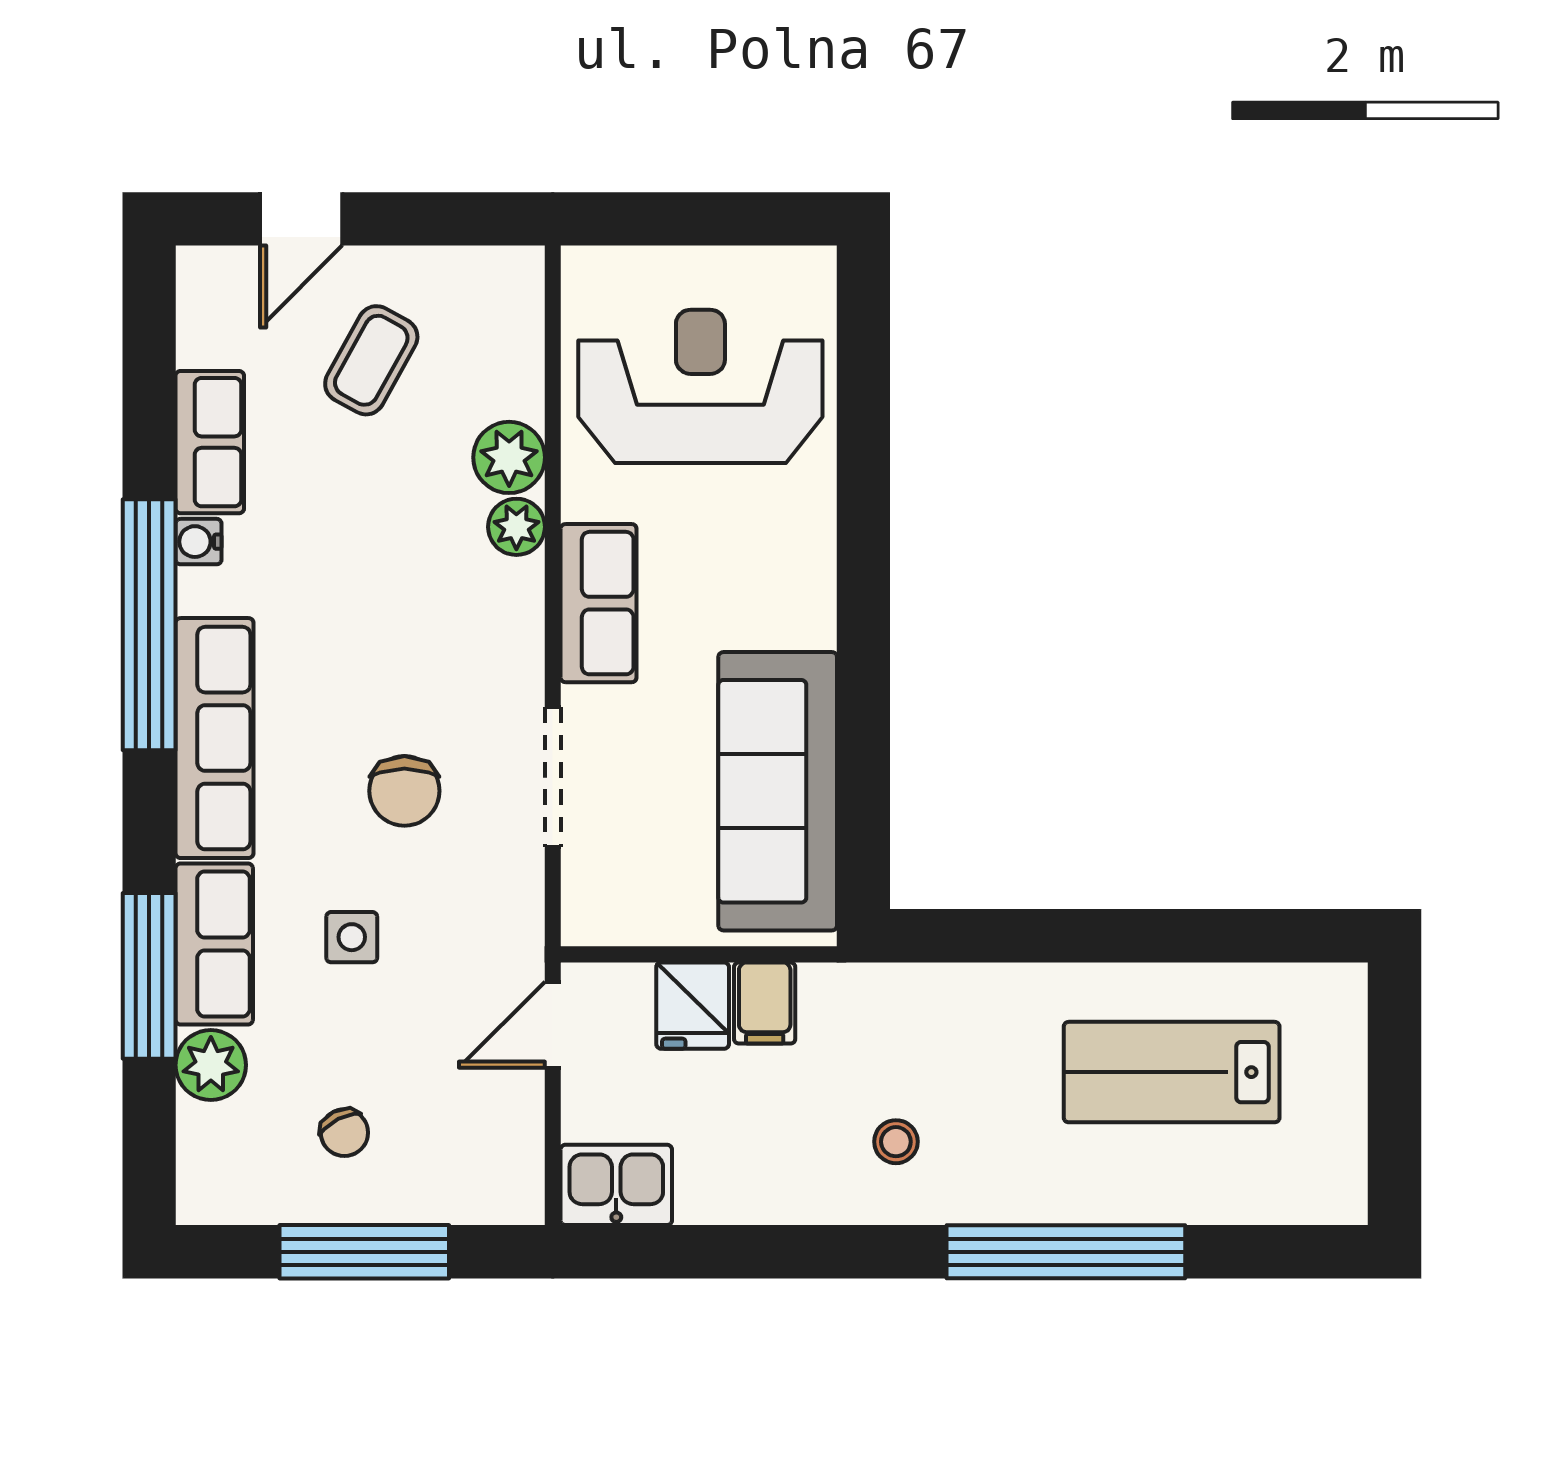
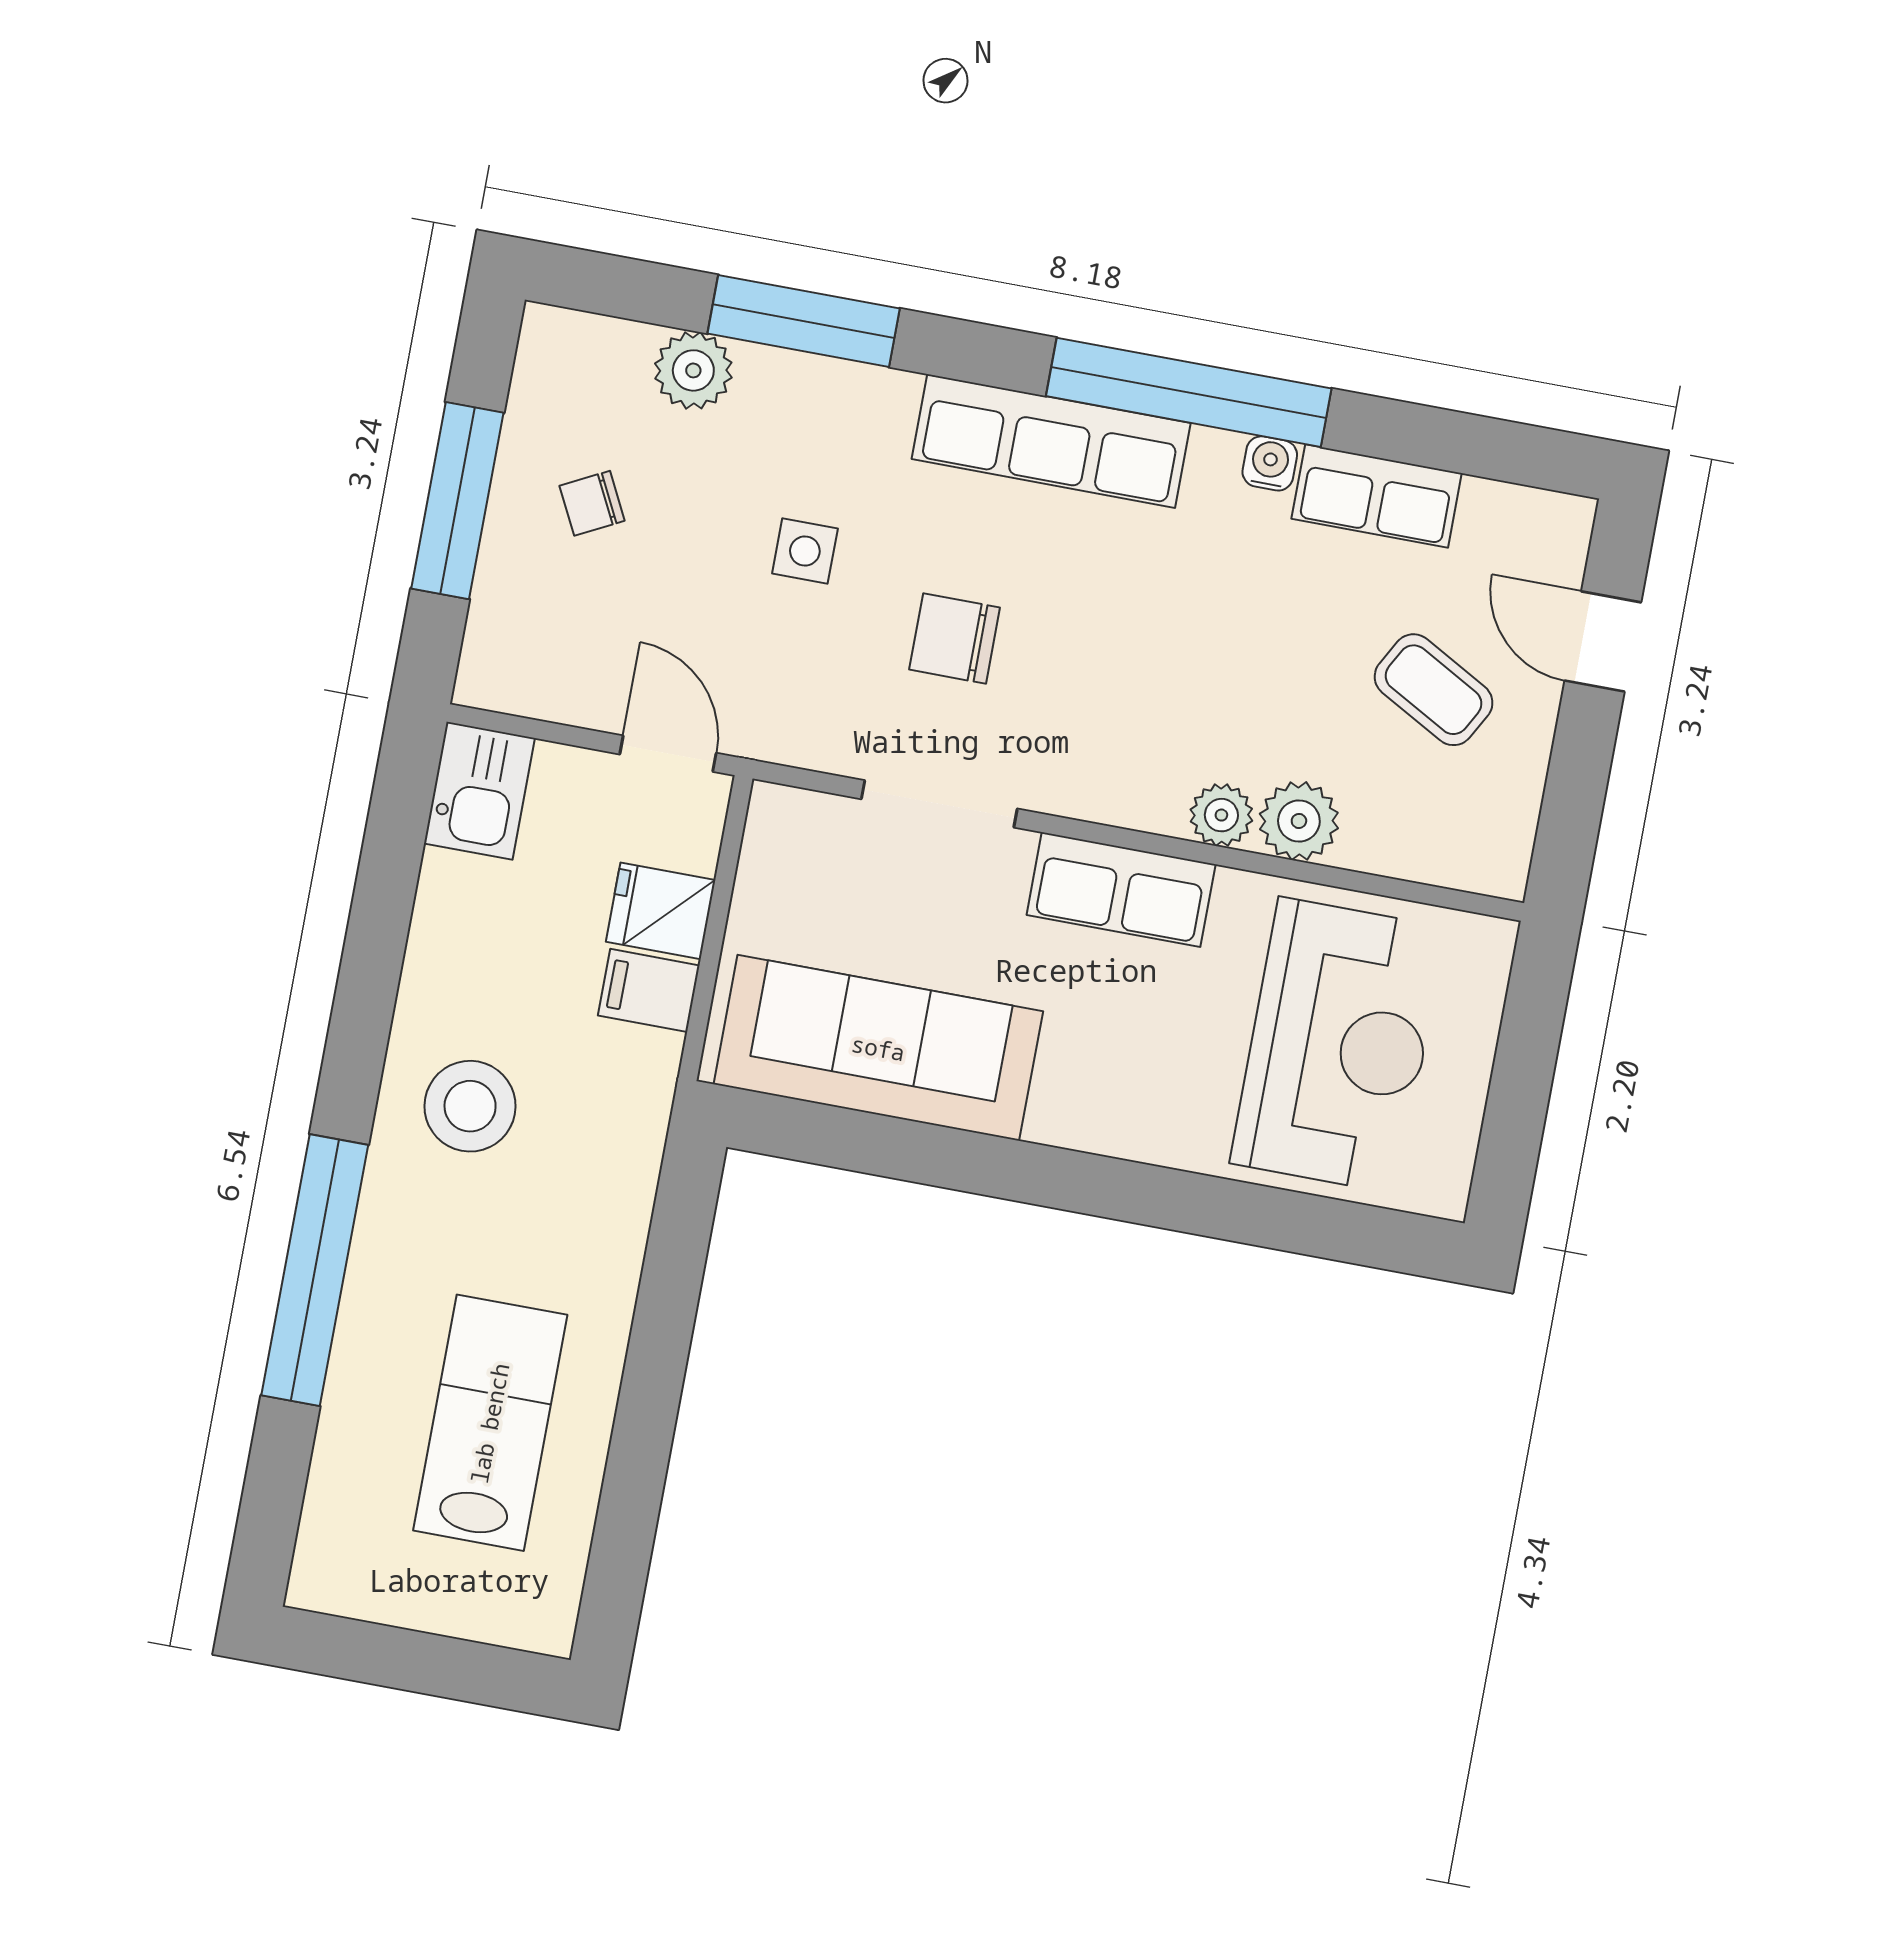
row of seats: (214, 944) -> (825, 399), removed
stool: (896, 1142) -> (470, 1106), width x1.89, depth x1.89

